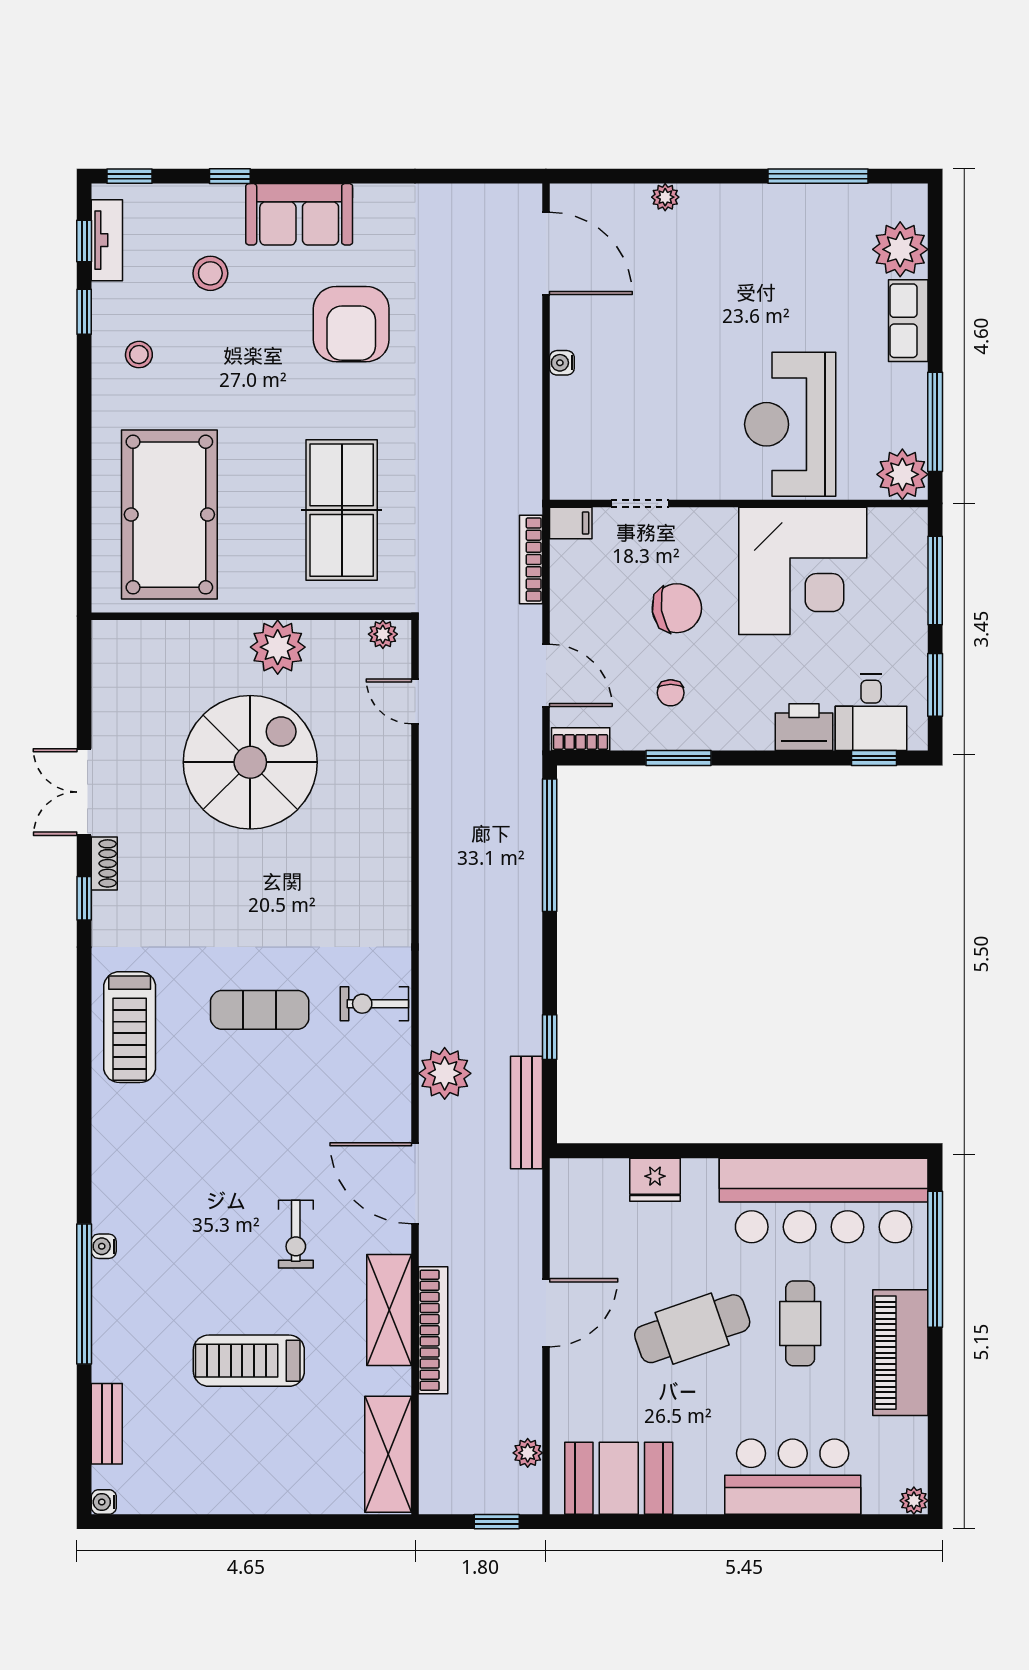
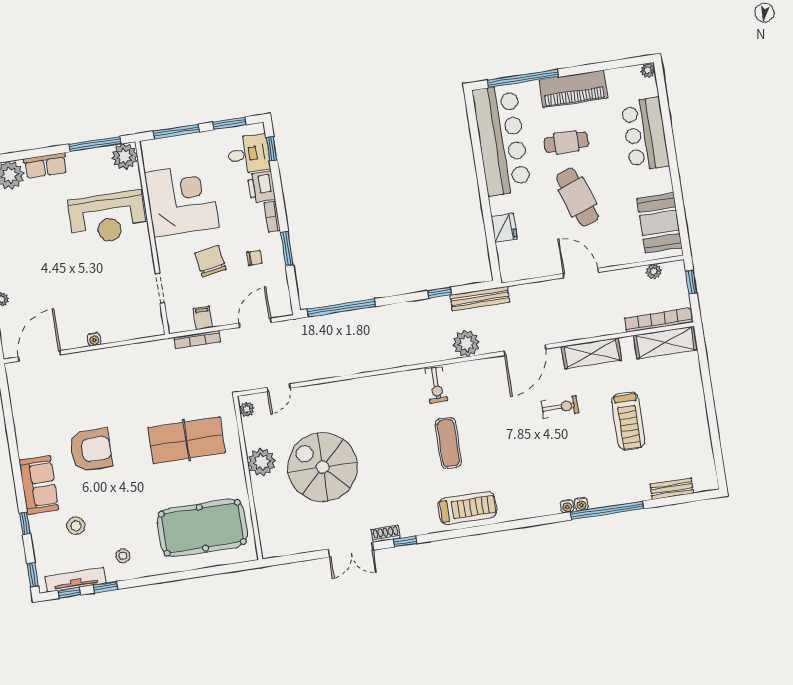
tv unit: (107, 240) -> (76, 580), width x1.41
filing cabinet: (571, 523) -> (203, 318), moved
bookcase: (581, 739) -> (272, 217), moved
bookcase: (433, 1330) -> (658, 320), moved
water cooler: (104, 1502) -> (567, 506), moved

